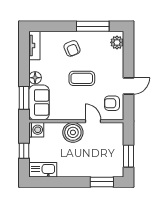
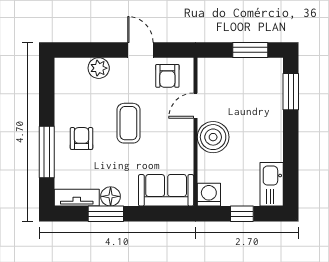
window: (93, 26) -> (47, 152), moved
plant: (117, 42) -> (99, 68), moved
armchair: (72, 48) -> (82, 138), turned -68
floor lamp: (35, 78) -> (111, 196), moved
window: (24, 98) -> (106, 214), moved

